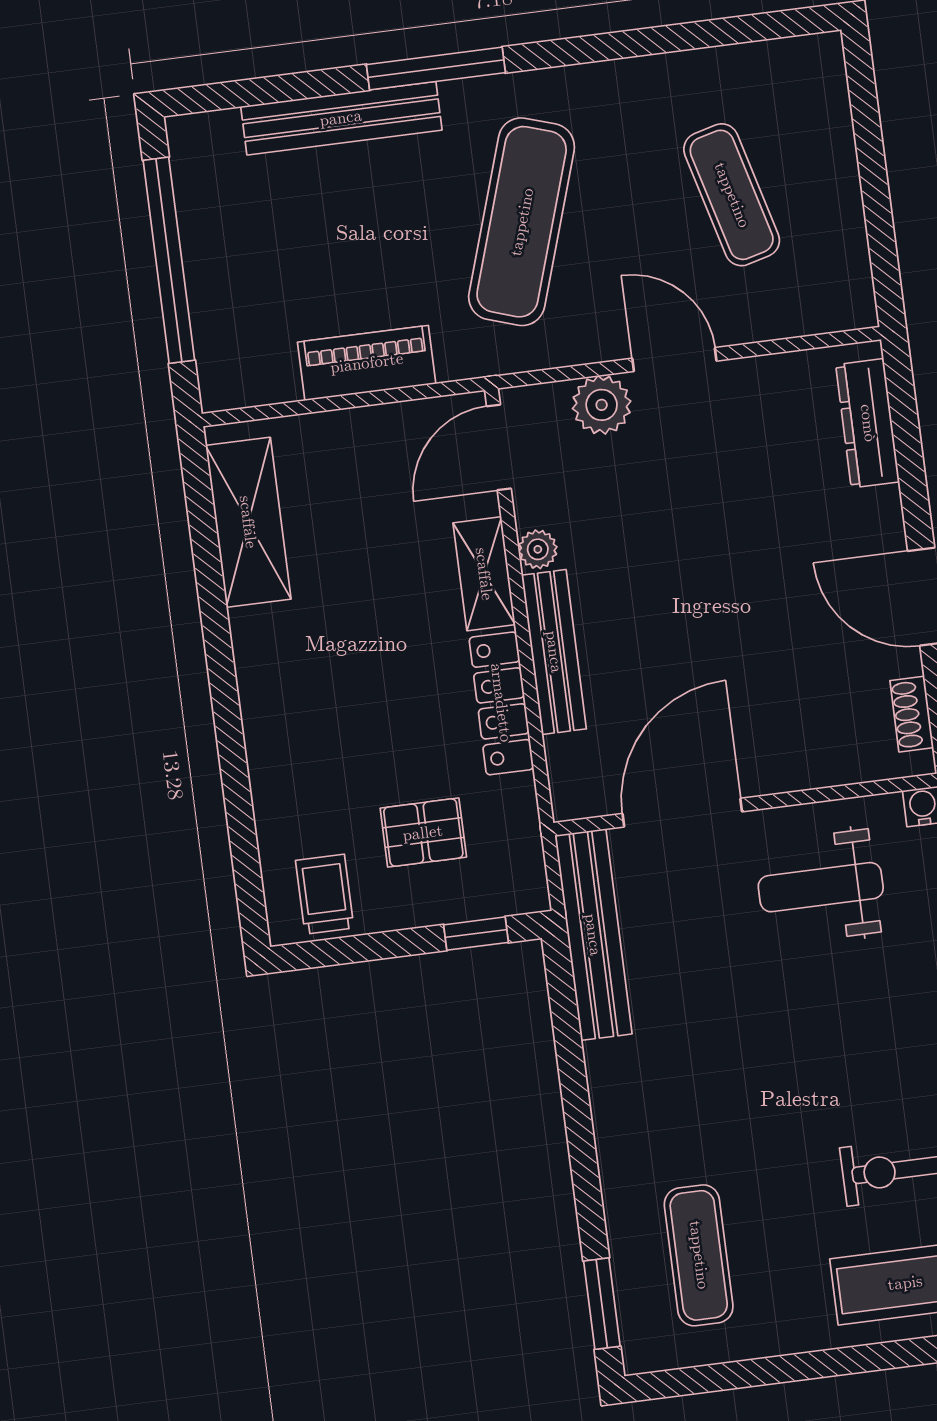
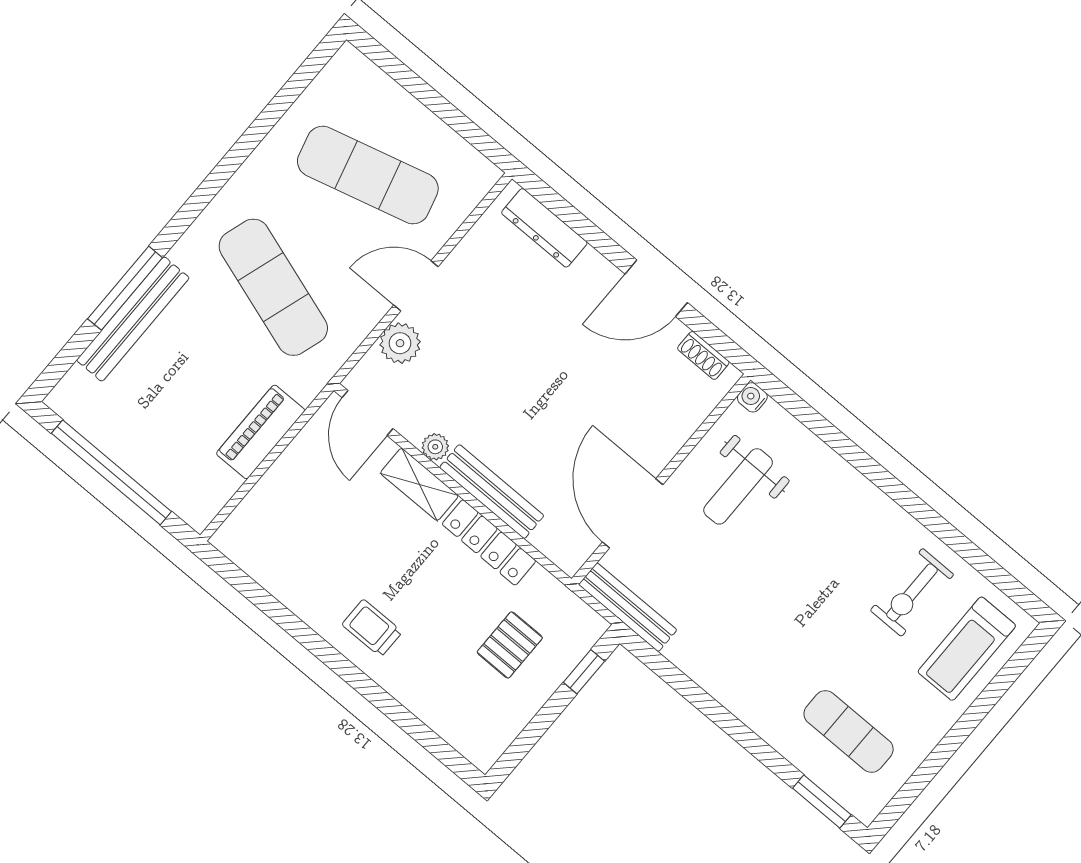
window: (436, 69) -> (125, 288), moved
exercise mat: (732, 195) -> (368, 175), width x1.36, depth x1.45
shelving: (248, 522) -> (275, 569), removed
trolley: (325, 894) -> (372, 628), moved
bench: (593, 935) -> (628, 607), width x0.73, depth x0.82

